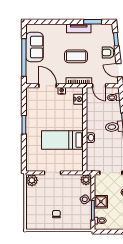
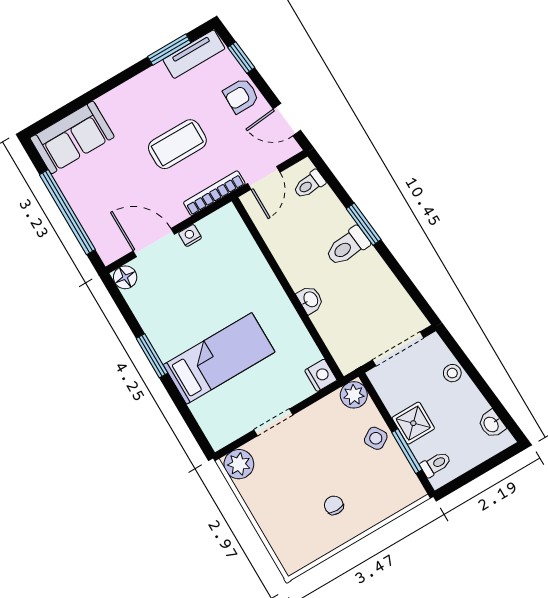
tv unit: (79, 28) -> (194, 54), moved
sofa: (34, 47) -> (72, 137), moved, turned 90
door: (99, 86) -> (264, 178), hinge flipped
floor lamp: (31, 92) -> (125, 277), added
nightstand: (79, 99) -> (321, 375), moved
bed: (62, 140) -> (219, 358), moved, turned 180

